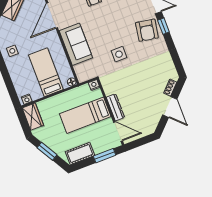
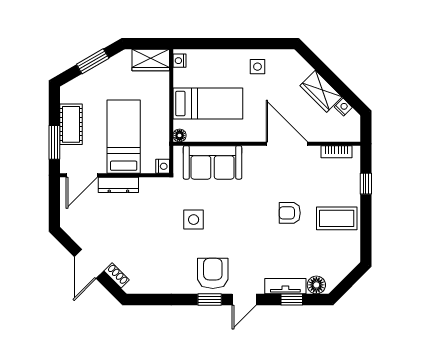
armchair: (147, 30) -> (213, 273), turned 80
sofa: (76, 44) -> (213, 162), moved
door: (170, 107) -> (89, 264), hinge flipped
cot: (80, 154) -> (71, 124), moved

